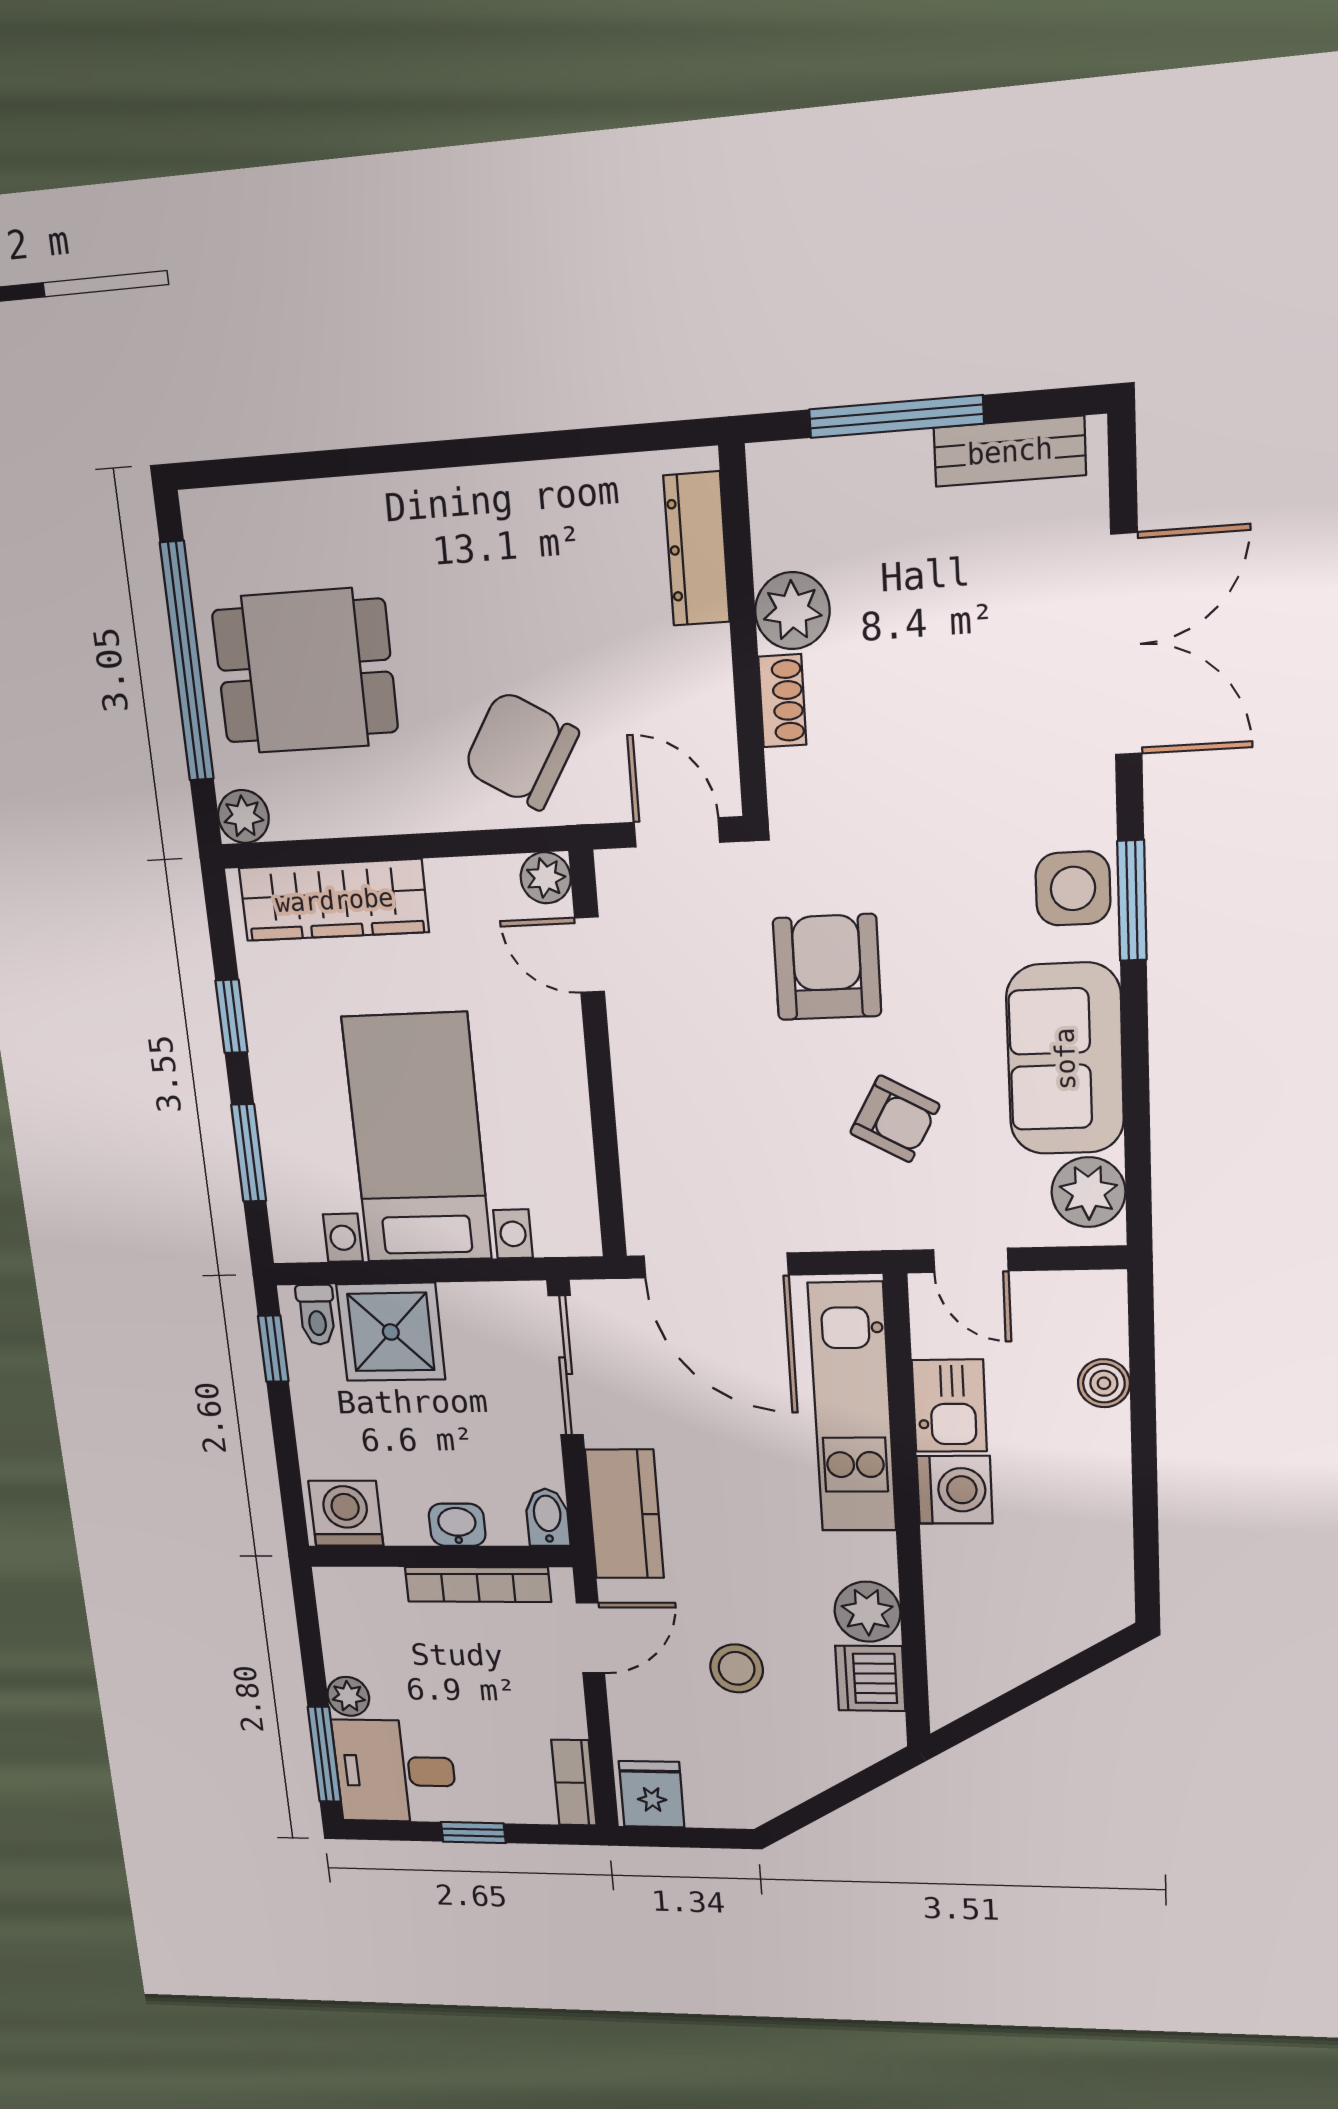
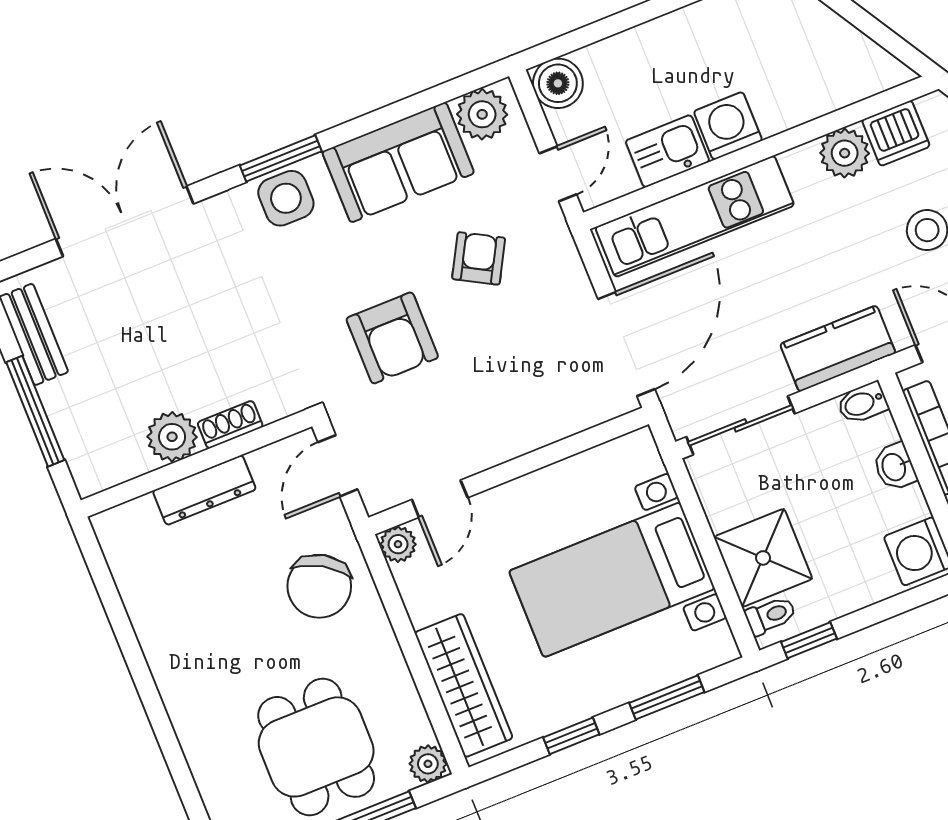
dresser: (697, 549) -> (204, 490), moved
armchair: (827, 967) -> (392, 338), turned -90
boiler: (1104, 1383) -> (558, 83), moved, width x1.36, depth x1.36

